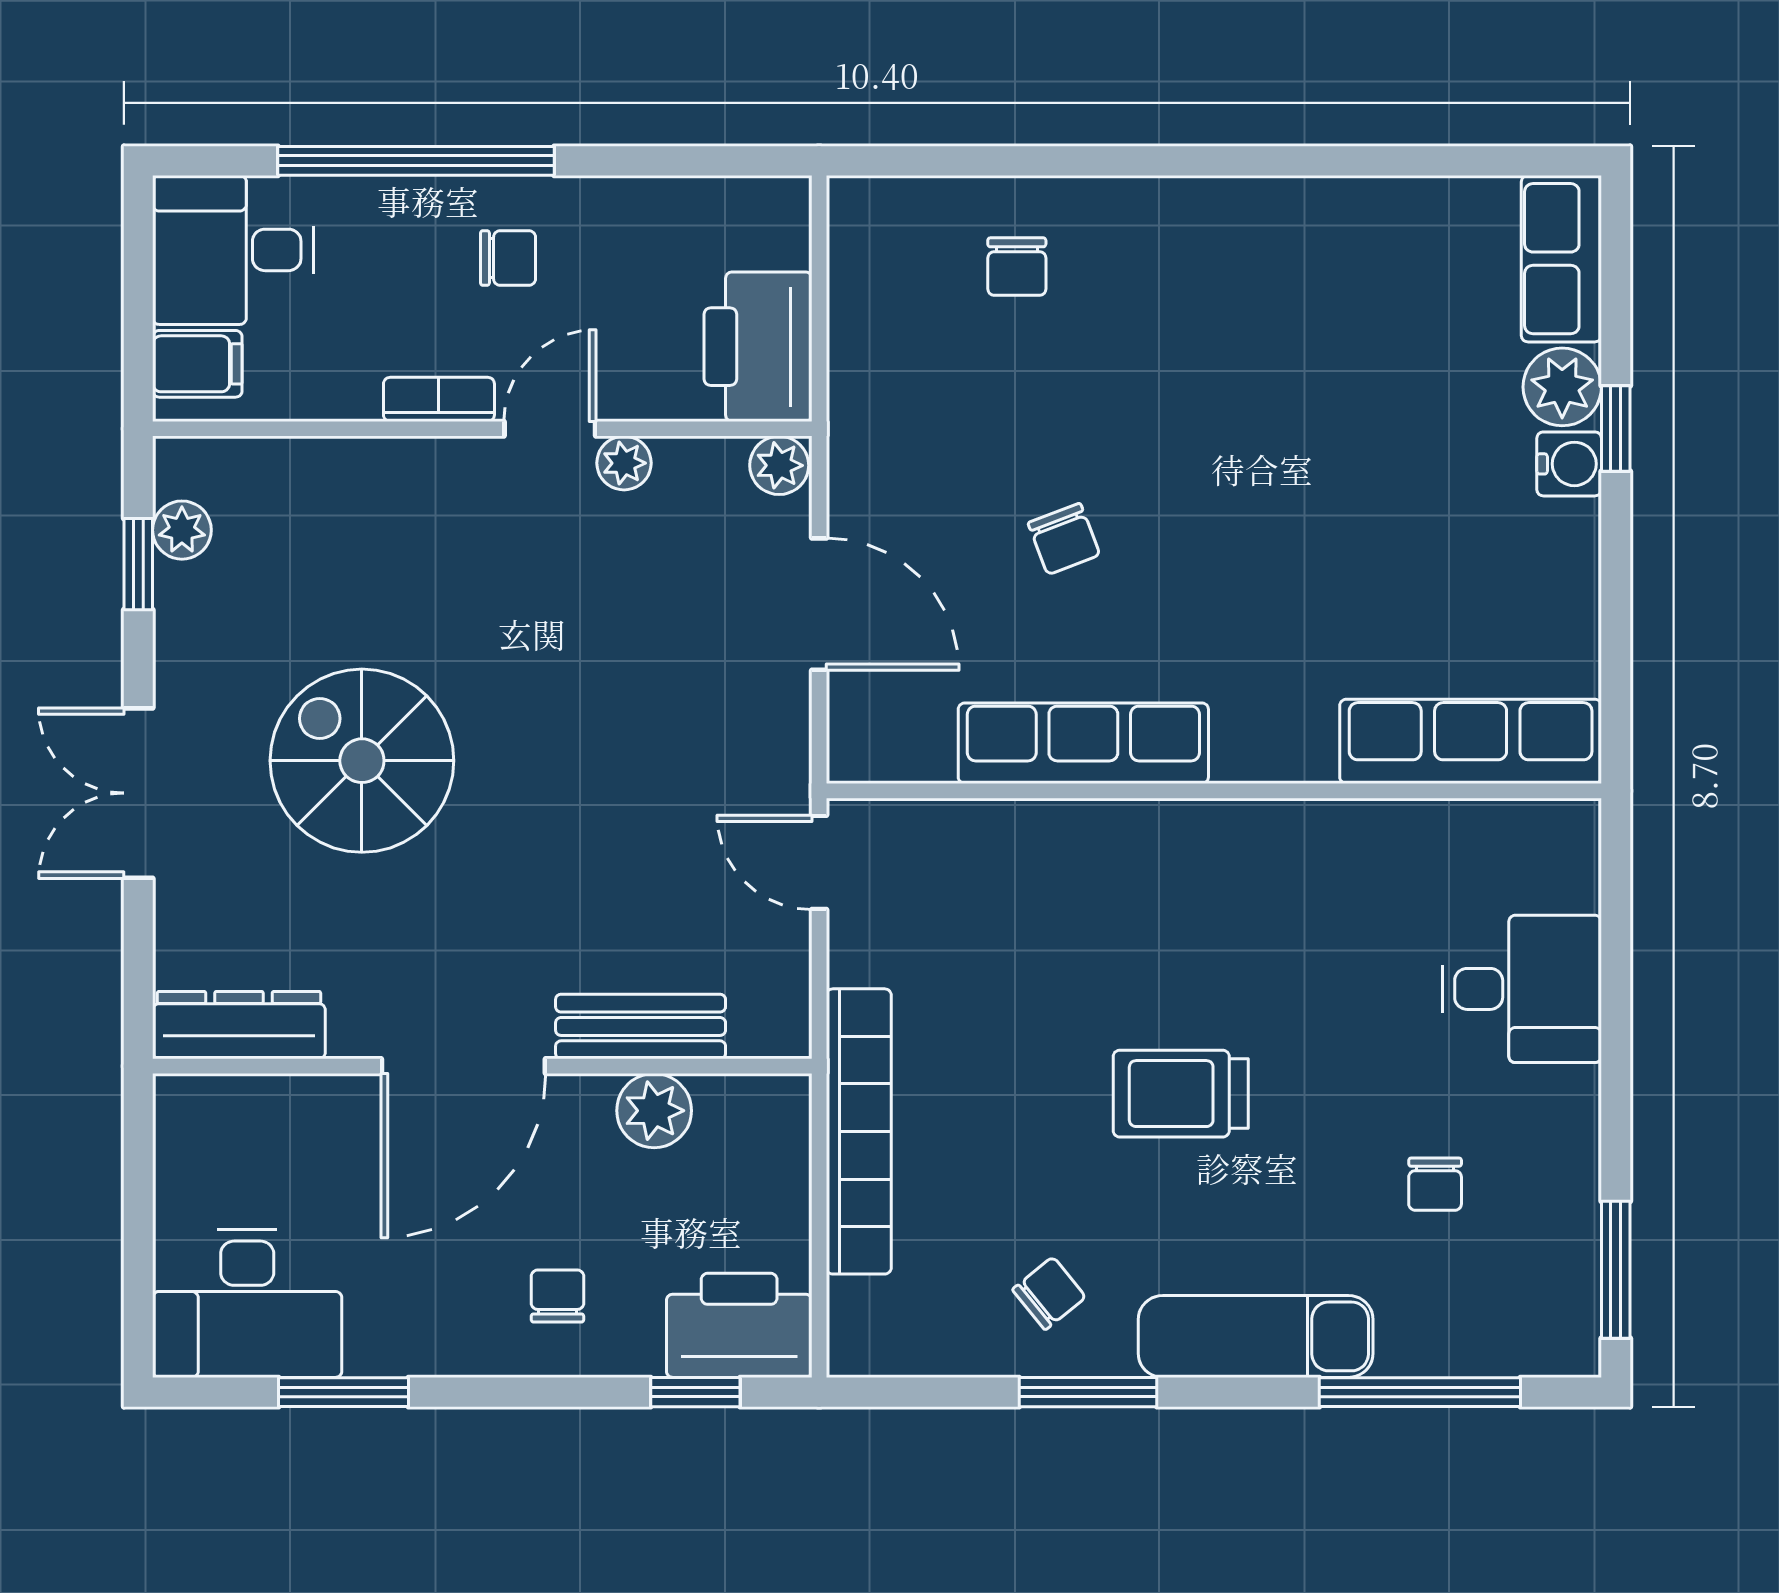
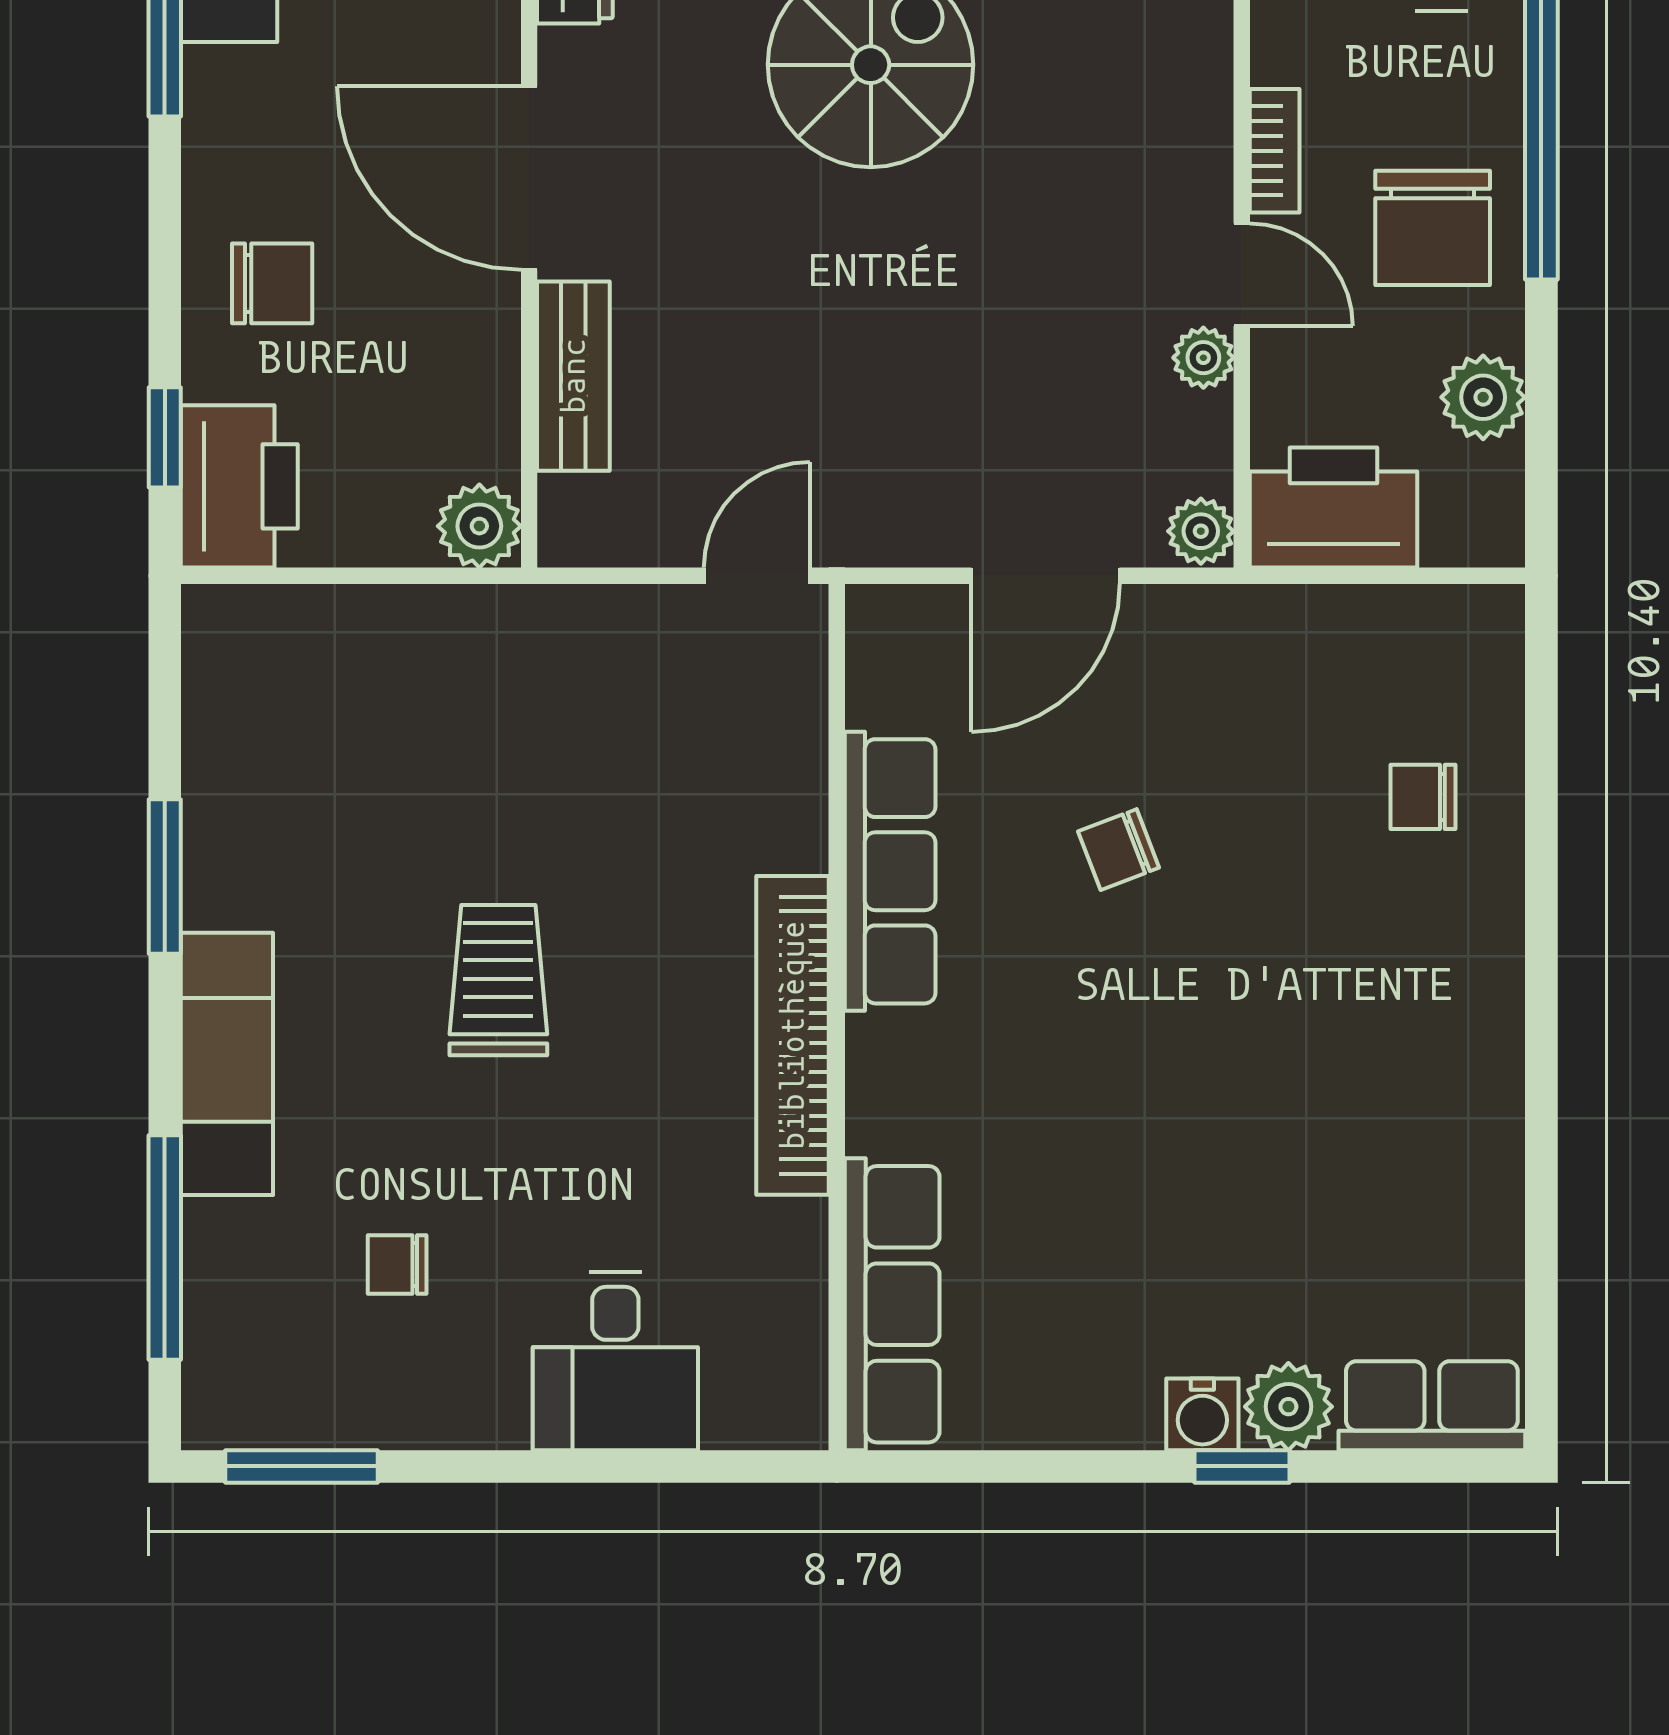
plant: (659, 213) -> (1483, 397), added
chair: (508, 258) -> (1433, 228), width x1.87, depth x1.87
plant: (654, 1111) -> (479, 526), moved
bookcase: (859, 1131) -> (792, 1035), moved, turned 90
chair: (1049, 1293) -> (275, 833), removed
chair: (557, 1296) -> (272, 283), width x1.37, depth x1.37

